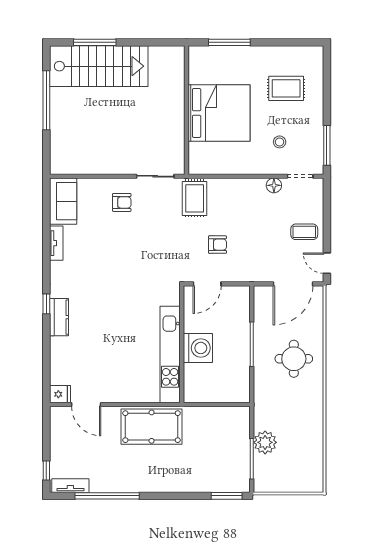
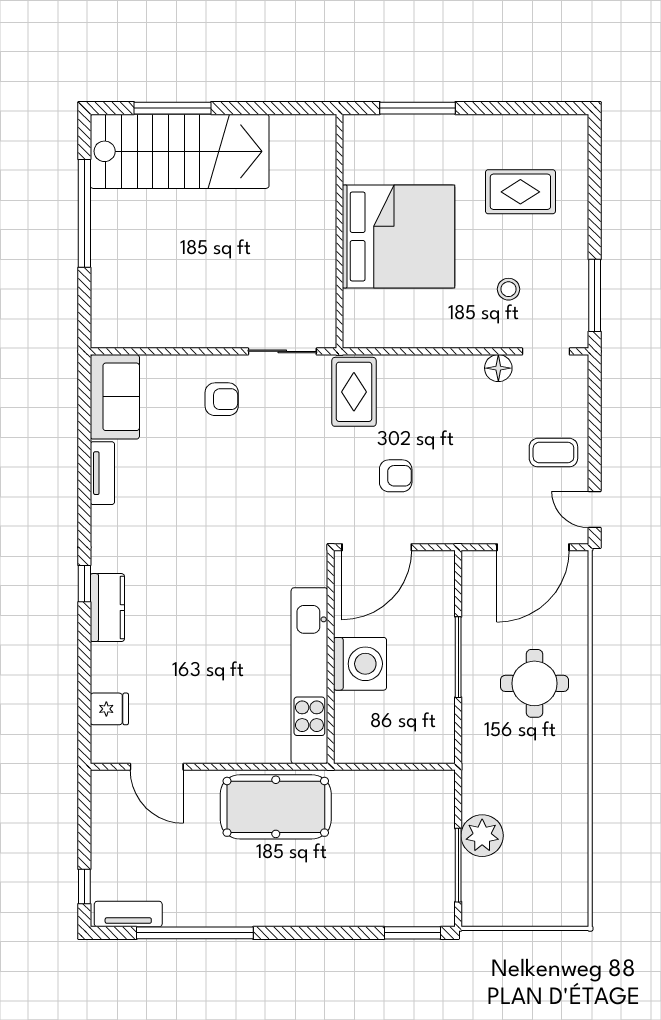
door: (207, 284) -> (377, 547), width x1.36
fridge: (60, 394) -> (109, 709), moved

